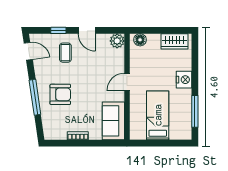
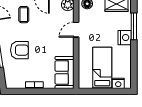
door: (127, 82) -> (76, 30), moved
window: (195, 111) -> (134, 26), moved
nightstand: (177, 134) -> (118, 83), added

